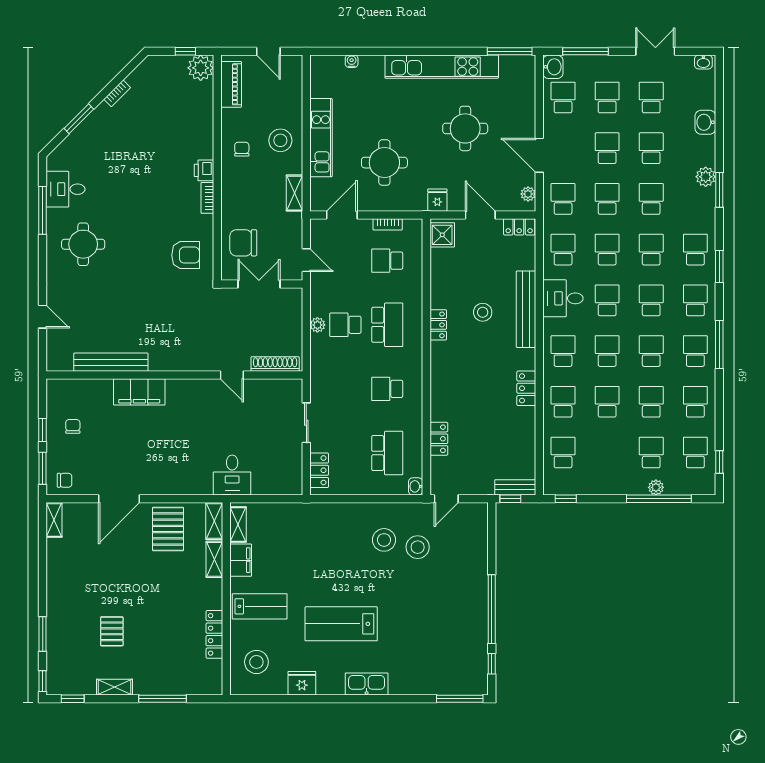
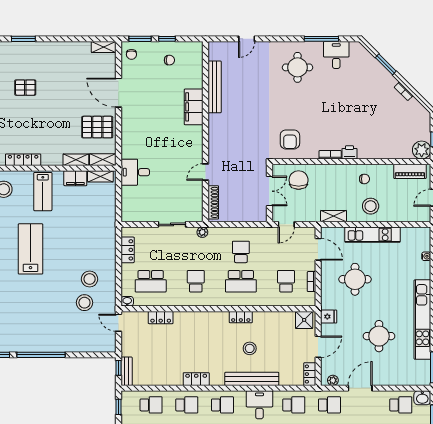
plant: (317, 325) -> (202, 232), moved
locker: (319, 470) -> (128, 250), moved, turned -90

